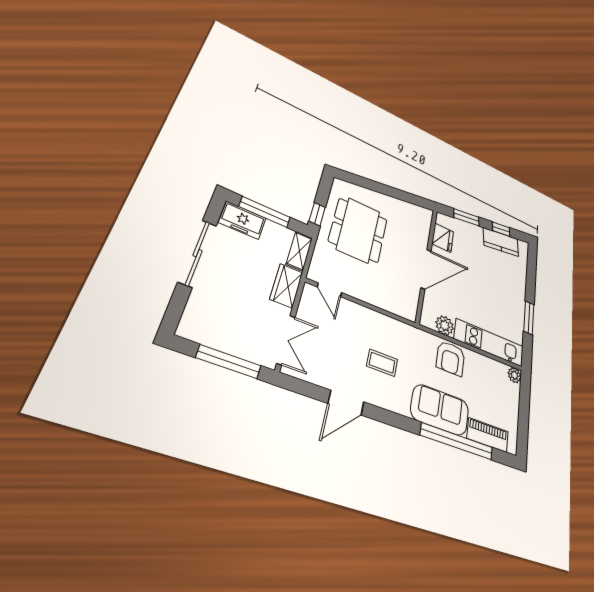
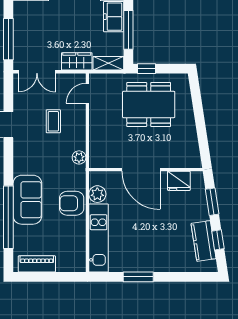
coffee table: (382, 363) -> (53, 121), moved
plant: (514, 375) -> (79, 157), moved
piano: (488, 435) -> (37, 264), moved, turned -90

